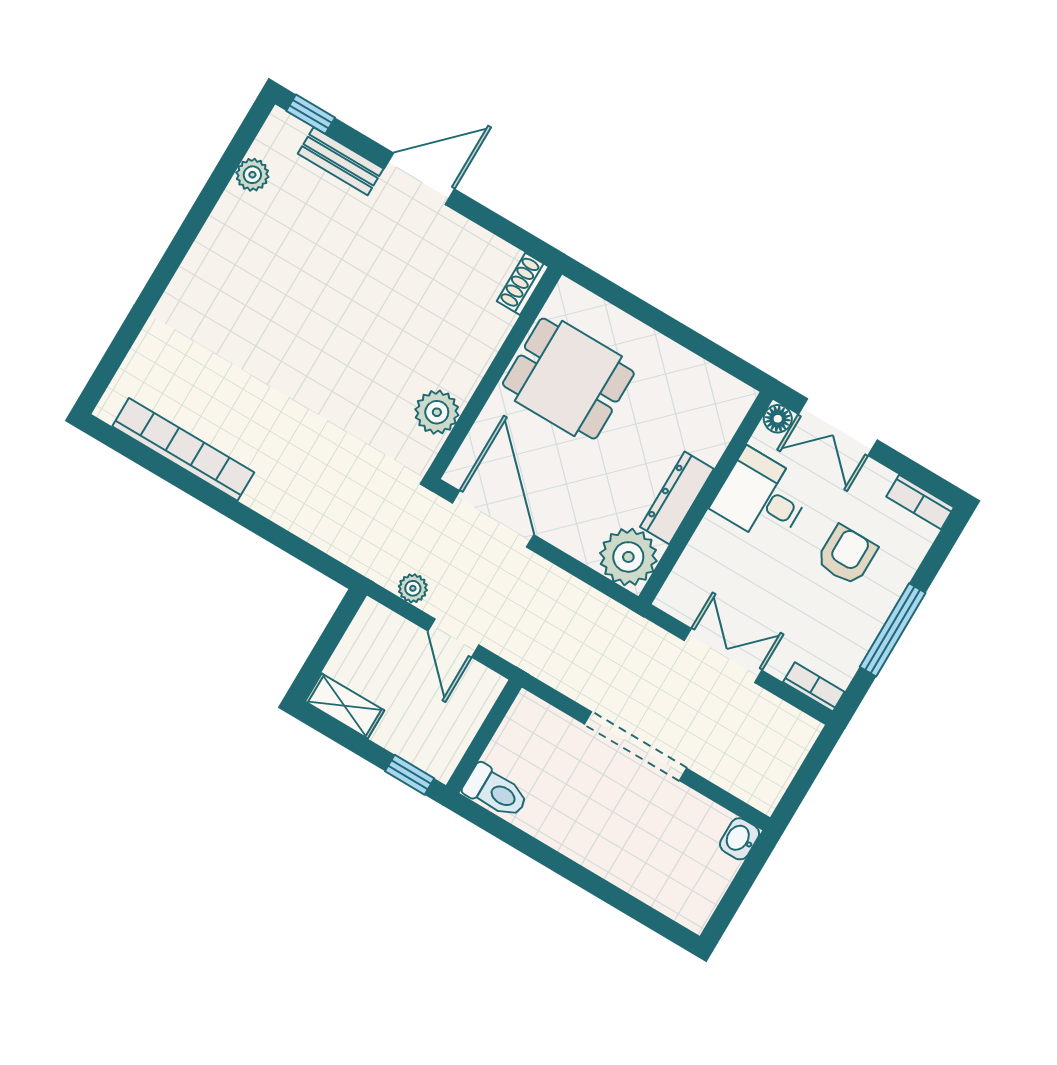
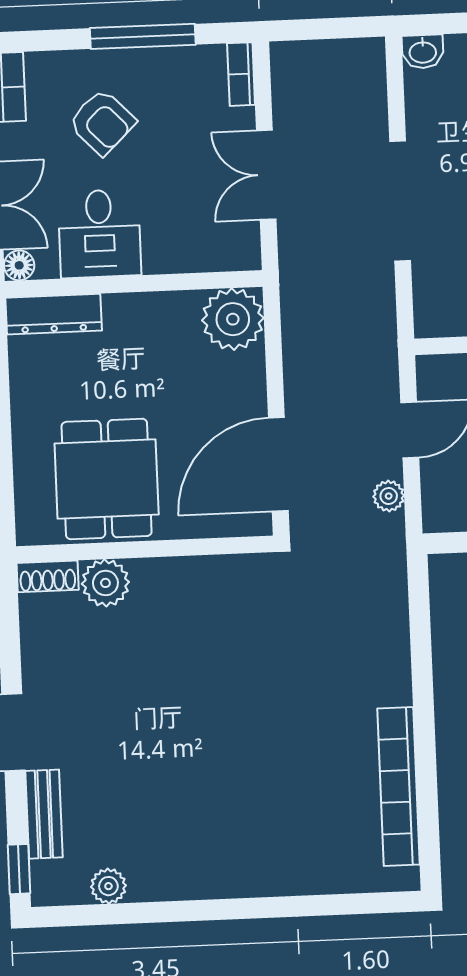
plant: (437, 412) -> (105, 583), moved
dresser: (677, 498) -> (54, 314), moved
armchair: (847, 555) -> (102, 122), turned -134

